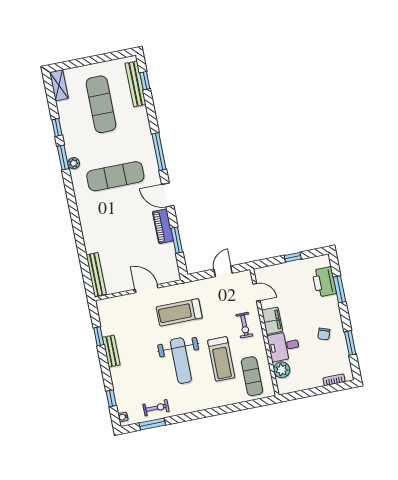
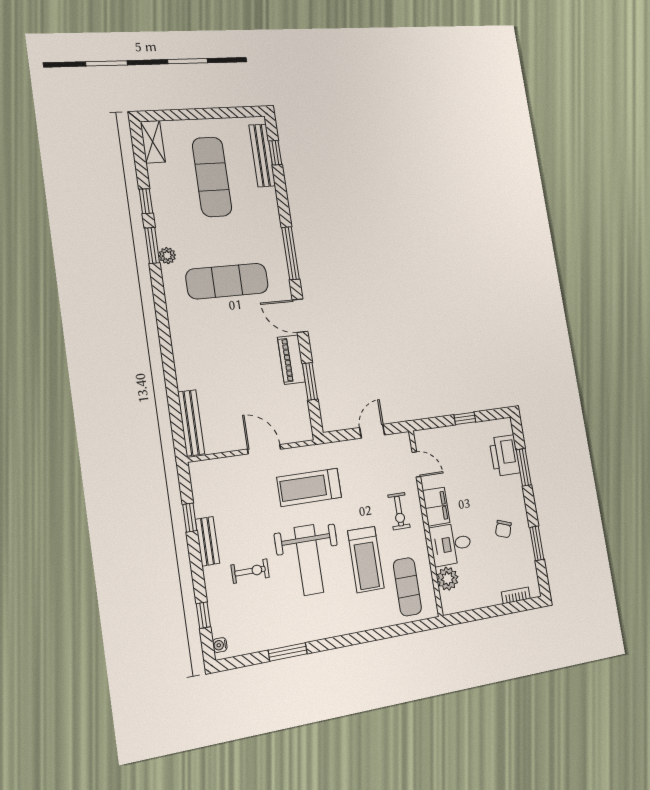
exercise bike: (156, 408) -> (250, 571), moved
window: (152, 424) -> (288, 652), moved

